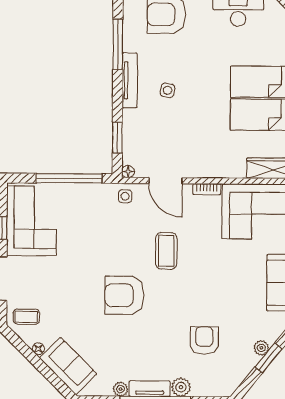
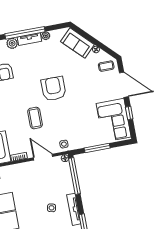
window: (117, 138) -> (75, 176), width x2.11
window: (69, 178) -> (97, 148), width x0.68
armchair: (124, 295) -> (54, 89), turned -90

